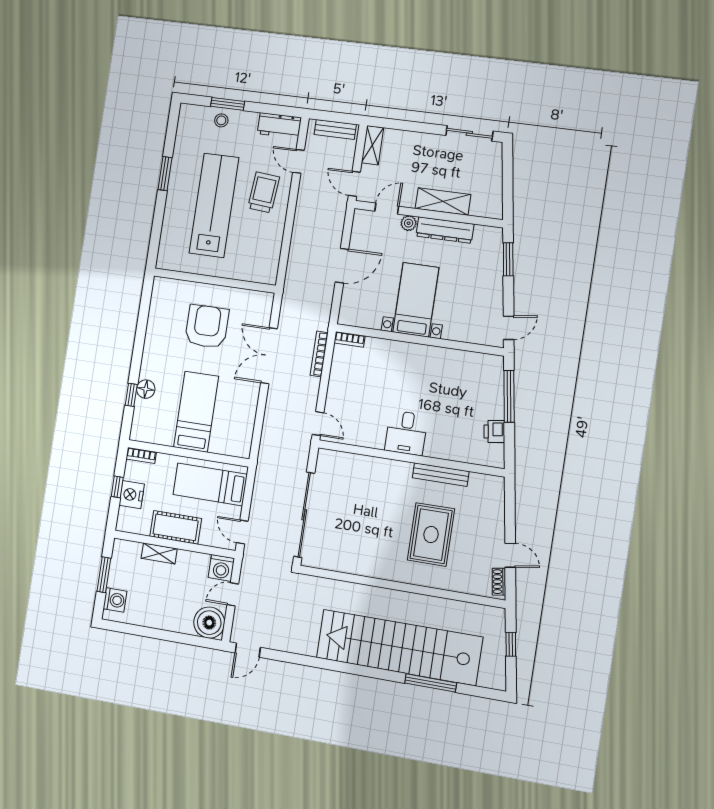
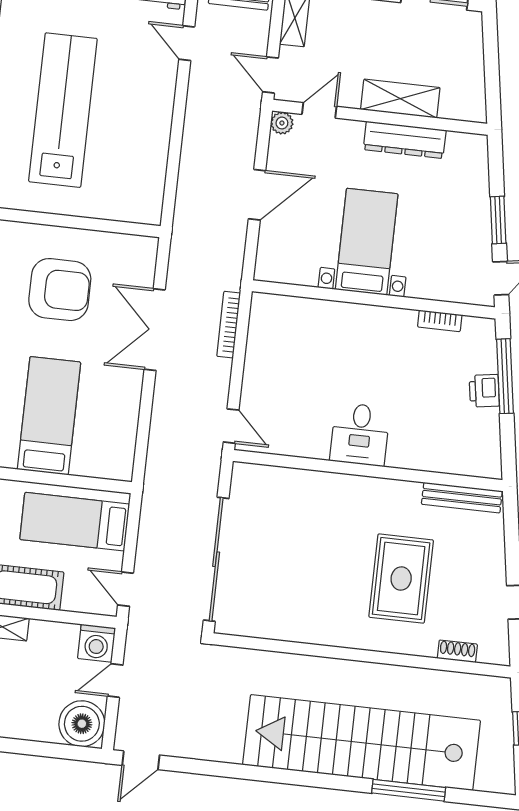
trolley: (264, 192) -> (137, 90), removed
plant: (409, 223) -> (282, 123), moved
window: (508, 259) -> (498, 220), moved
armchair: (207, 327) -> (60, 290), turned 90
bookcase: (350, 339) -> (440, 321), moved
printer: (494, 431) -> (484, 391), moved
bench: (441, 475) -> (462, 498), moved
shoe rack: (499, 582) -> (457, 651), moved, turned 99

